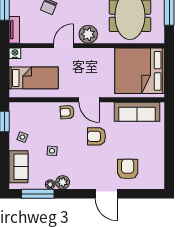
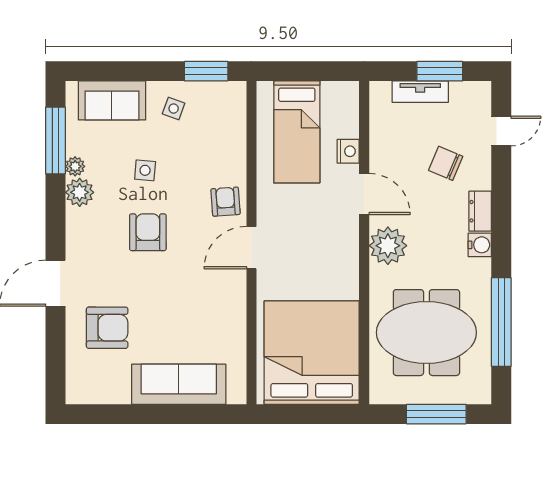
tv unit: (14, 30) -> (420, 92), moved
nightstand: (15, 53) -> (348, 151), moved
sofa: (137, 112) -> (179, 384), moved, turned 90
armchair: (96, 136) -> (148, 232), moved

